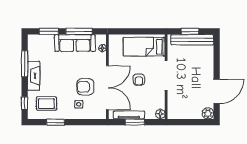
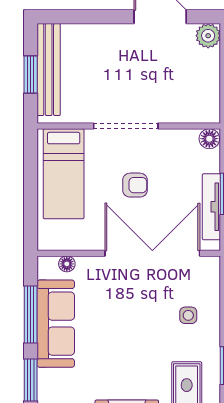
armchair: (85, 87) -> (151, 301), removed

